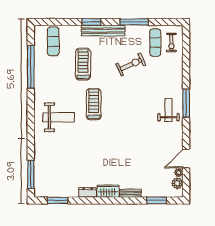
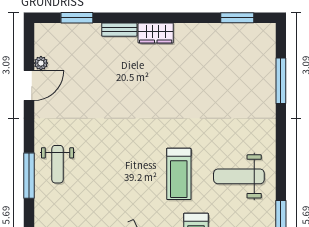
weight bench: (59, 117) -> (239, 176), moved
window: (31, 174) -> (281, 81), moved
plant: (177, 183) -> (43, 46), removed
dresser: (88, 192) -> (189, 31), removed

